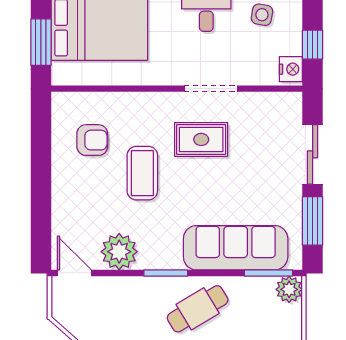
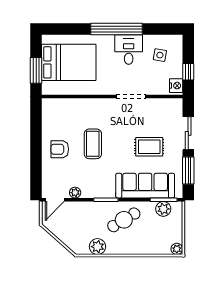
rug: (201, 139) -> (149, 147), moved
armchair: (92, 140) -> (60, 149), moved, turned 180
plant: (119, 252) -> (75, 193), width x0.53, depth x0.53
door: (74, 273) -> (55, 200), swing flipped
plant: (289, 289) -> (163, 209), moved

